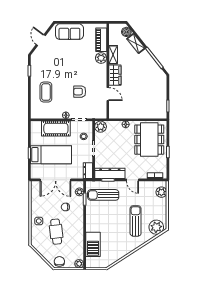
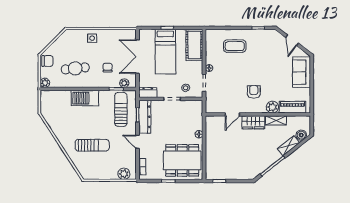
door: (41, 40) -> (292, 40), swing flipped
armchair: (80, 92) -> (254, 92), moved
plant: (101, 127) -> (196, 107), removed
cot: (56, 129) -> (194, 45), moved
door: (133, 180) -> (137, 142), hinge flipped
plant: (156, 227) -> (85, 168), removed
cafe table: (56, 232) -> (75, 68), moved
barbecue: (93, 244) -> (85, 98), moved

